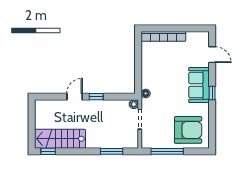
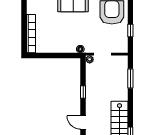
door: (75, 97) -> (83, 122), moved
window: (167, 151) -> (130, 31), width x0.46

